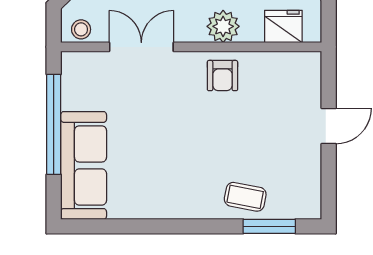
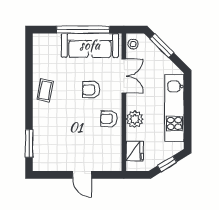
armchair: (167, 109) -> (91, 90), added
sofa: (84, 165) -> (90, 45), moved
coffee table: (245, 197) -> (45, 90), moved

